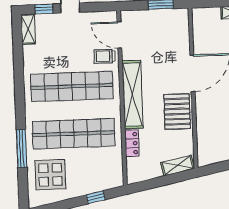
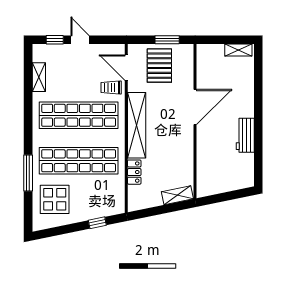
shelving: (28, 29) -> (39, 77), moved
pallet: (177, 112) -> (159, 66), moved

